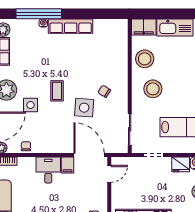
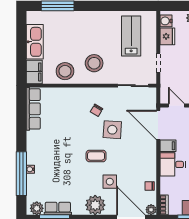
row of seats: (71, 26) -> (33, 109), moved
door: (89, 155) -> (158, 125), hinge flipped

